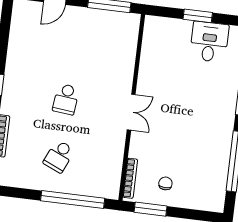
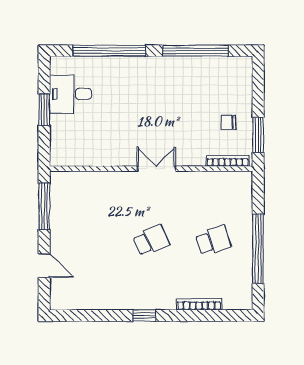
school desk: (66, 99) -> (151, 240), turned -30
school desk: (59, 156) -> (213, 240), turned -42
window: (73, 200) -> (258, 249), moved

